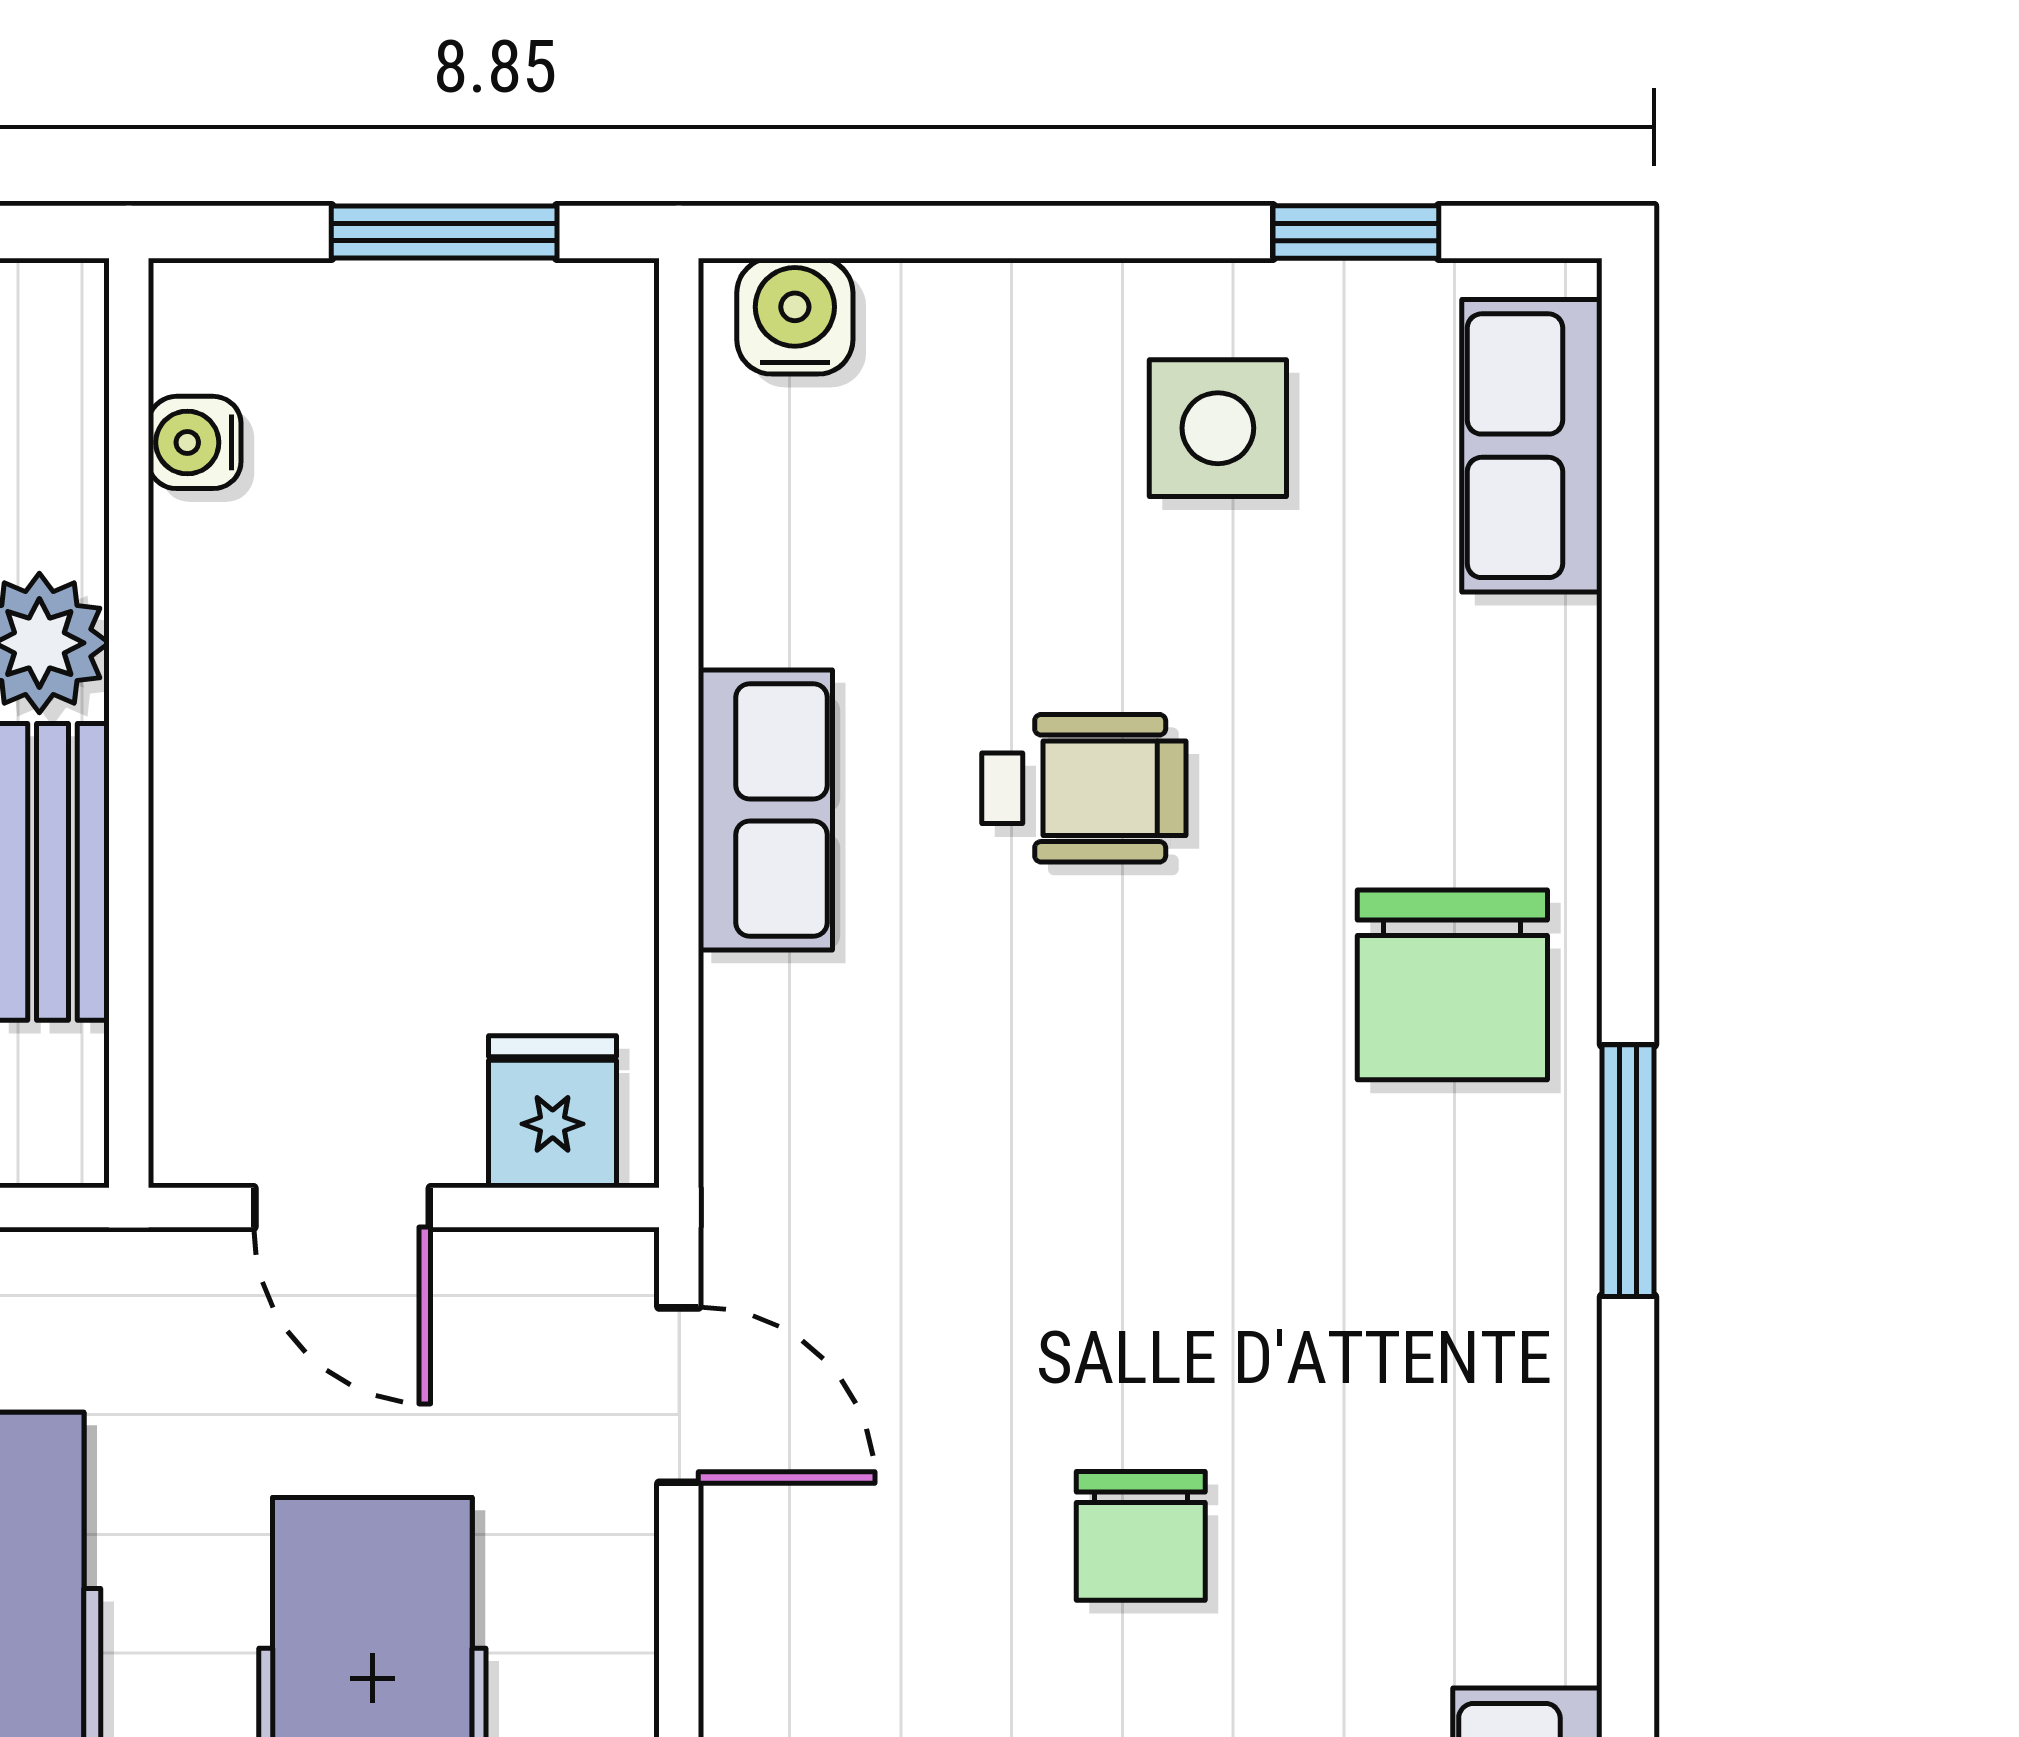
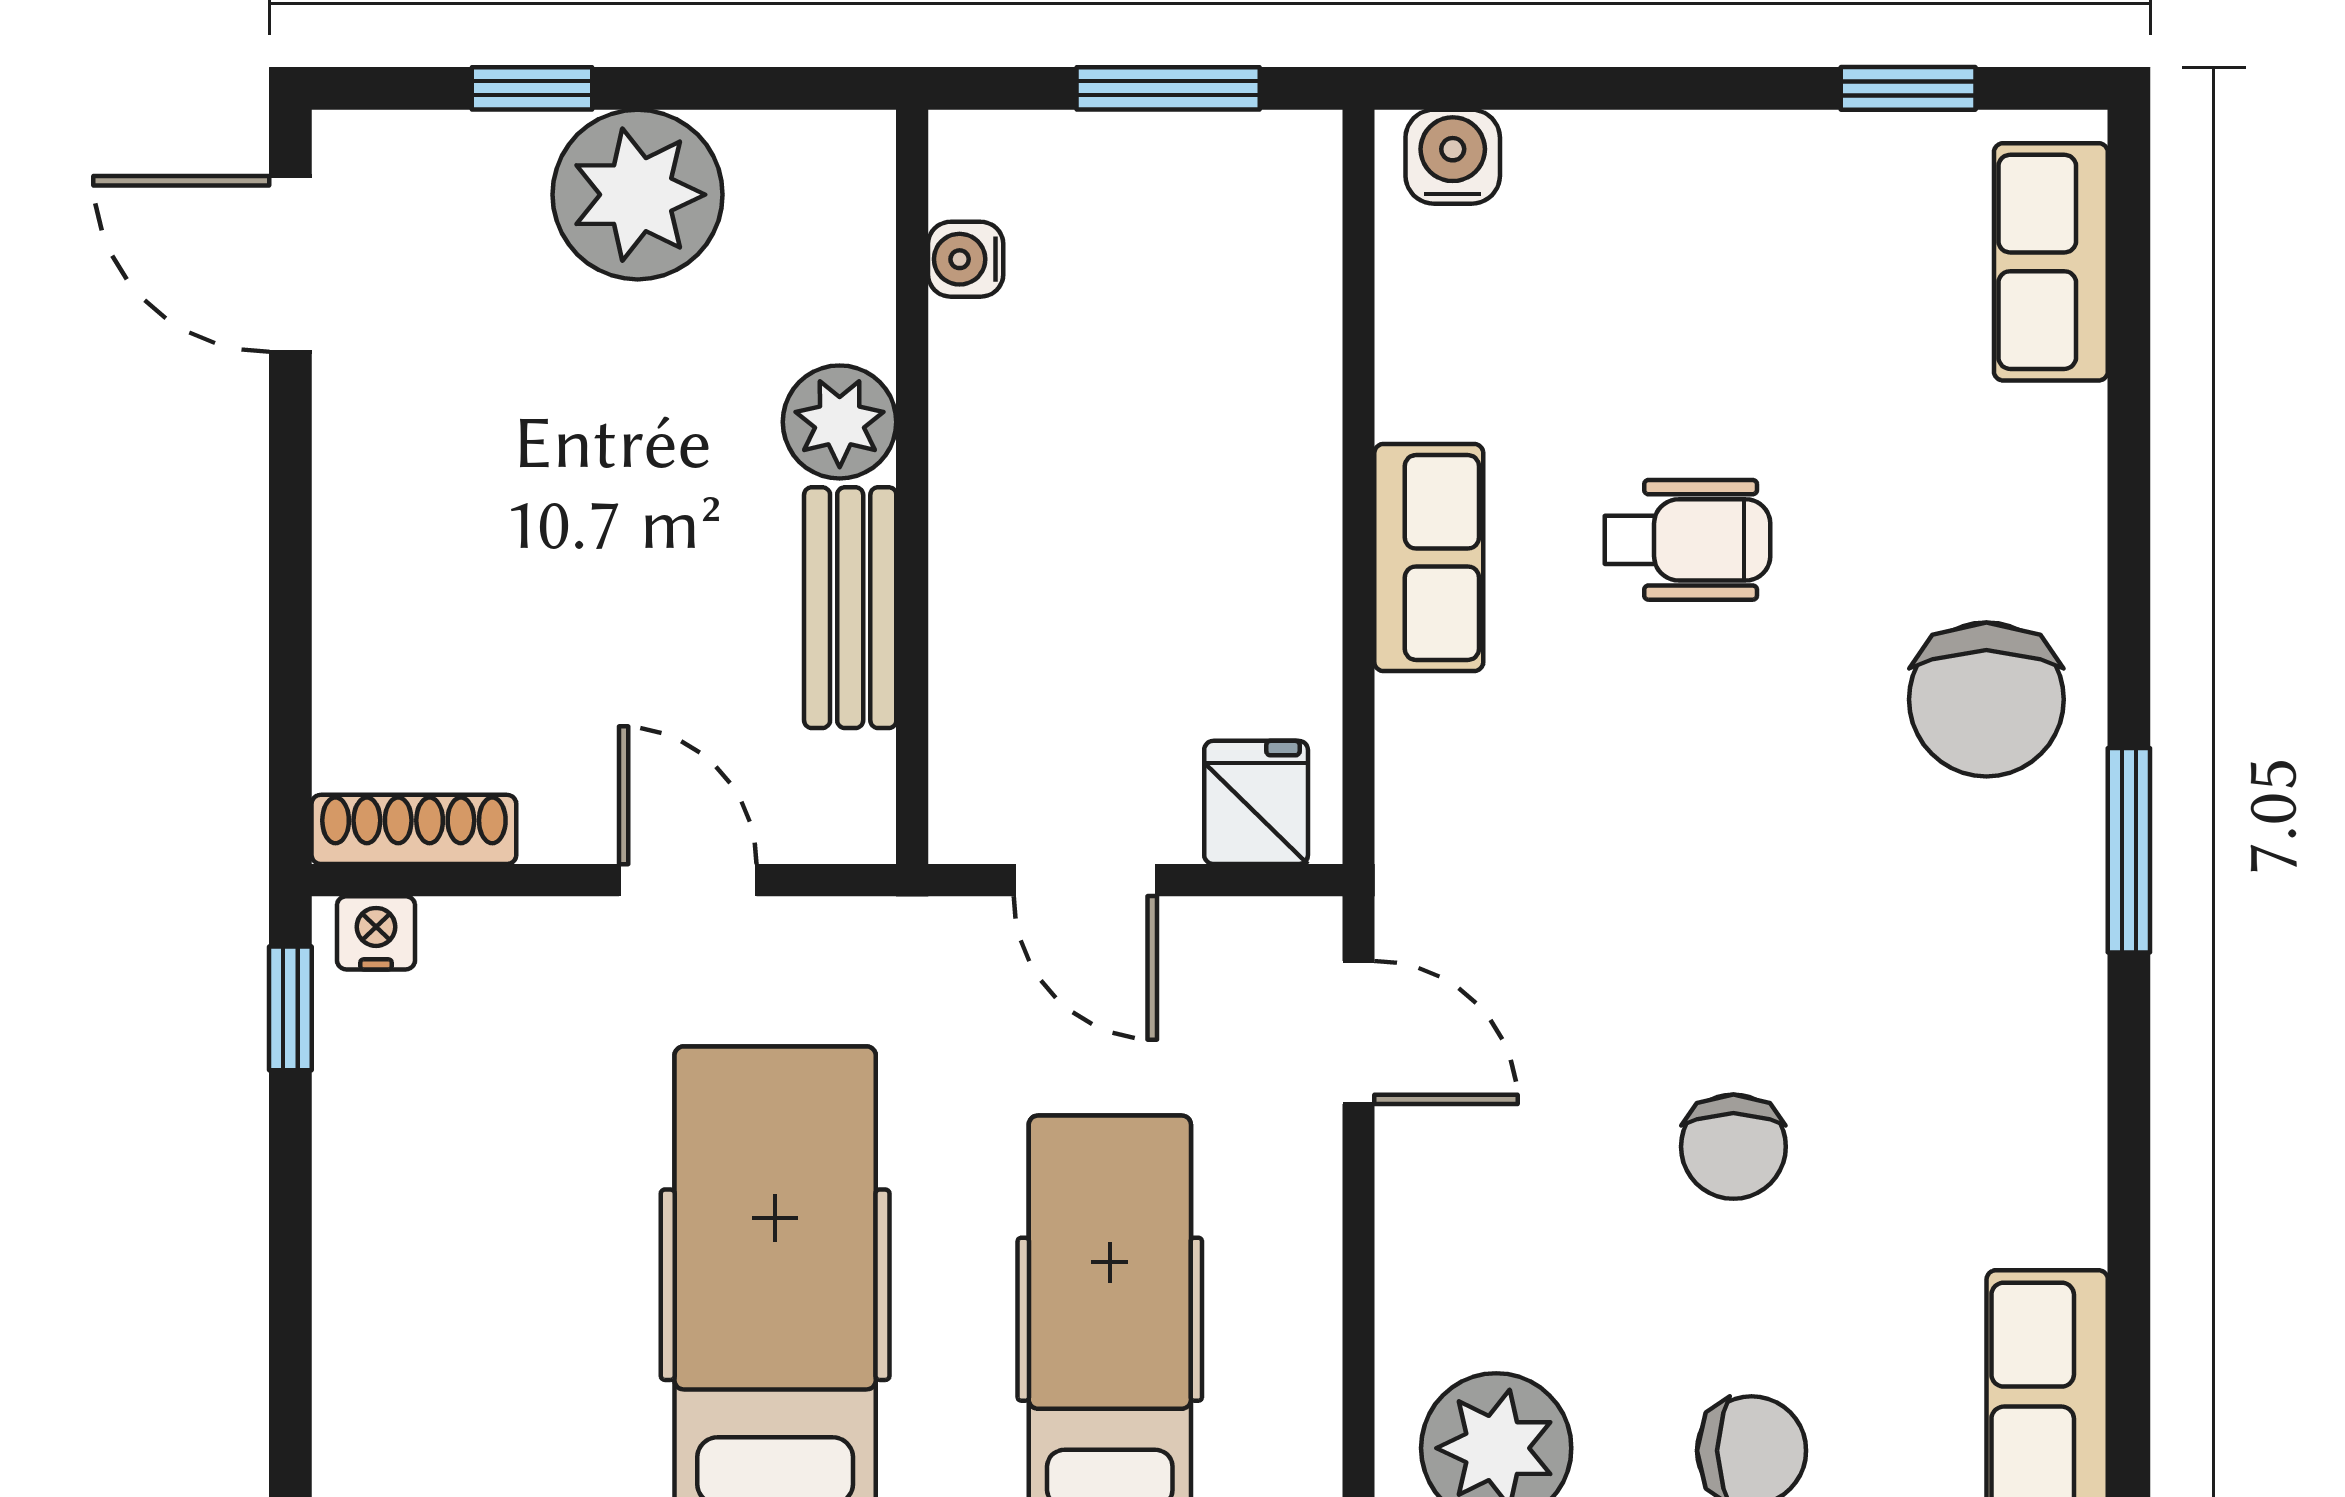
side table: (1218, 428) -> (1796, 248), removed

